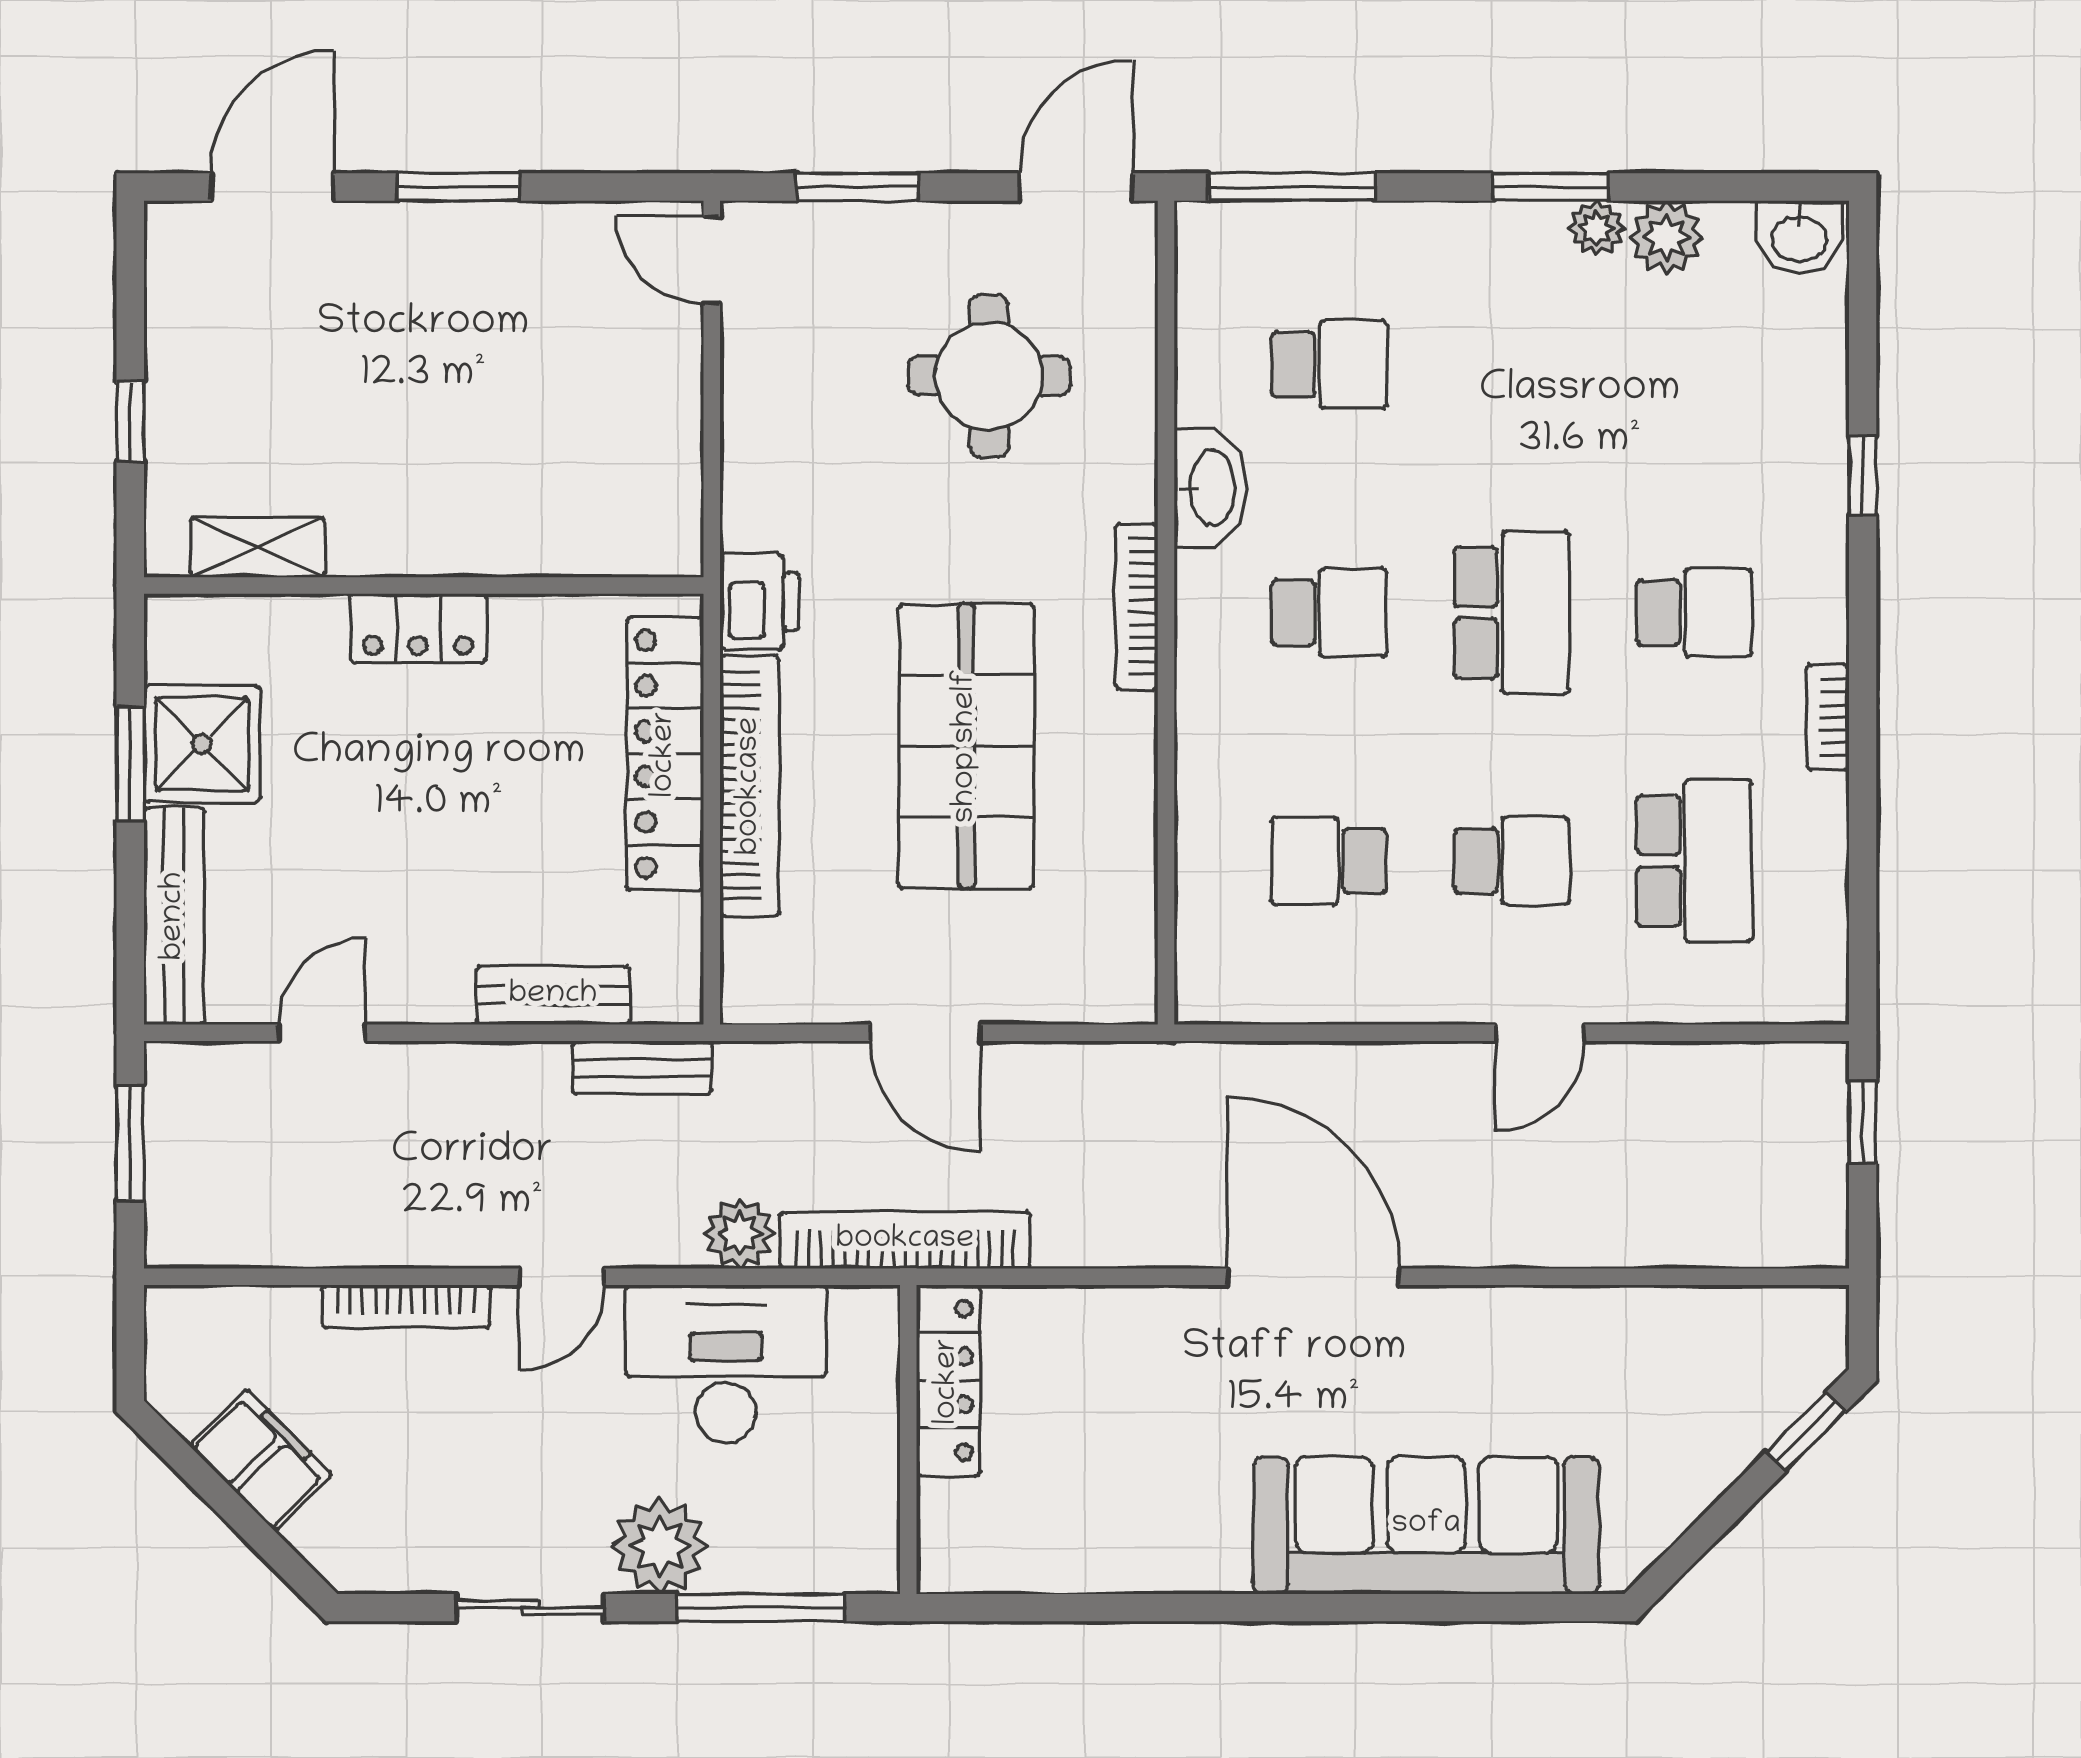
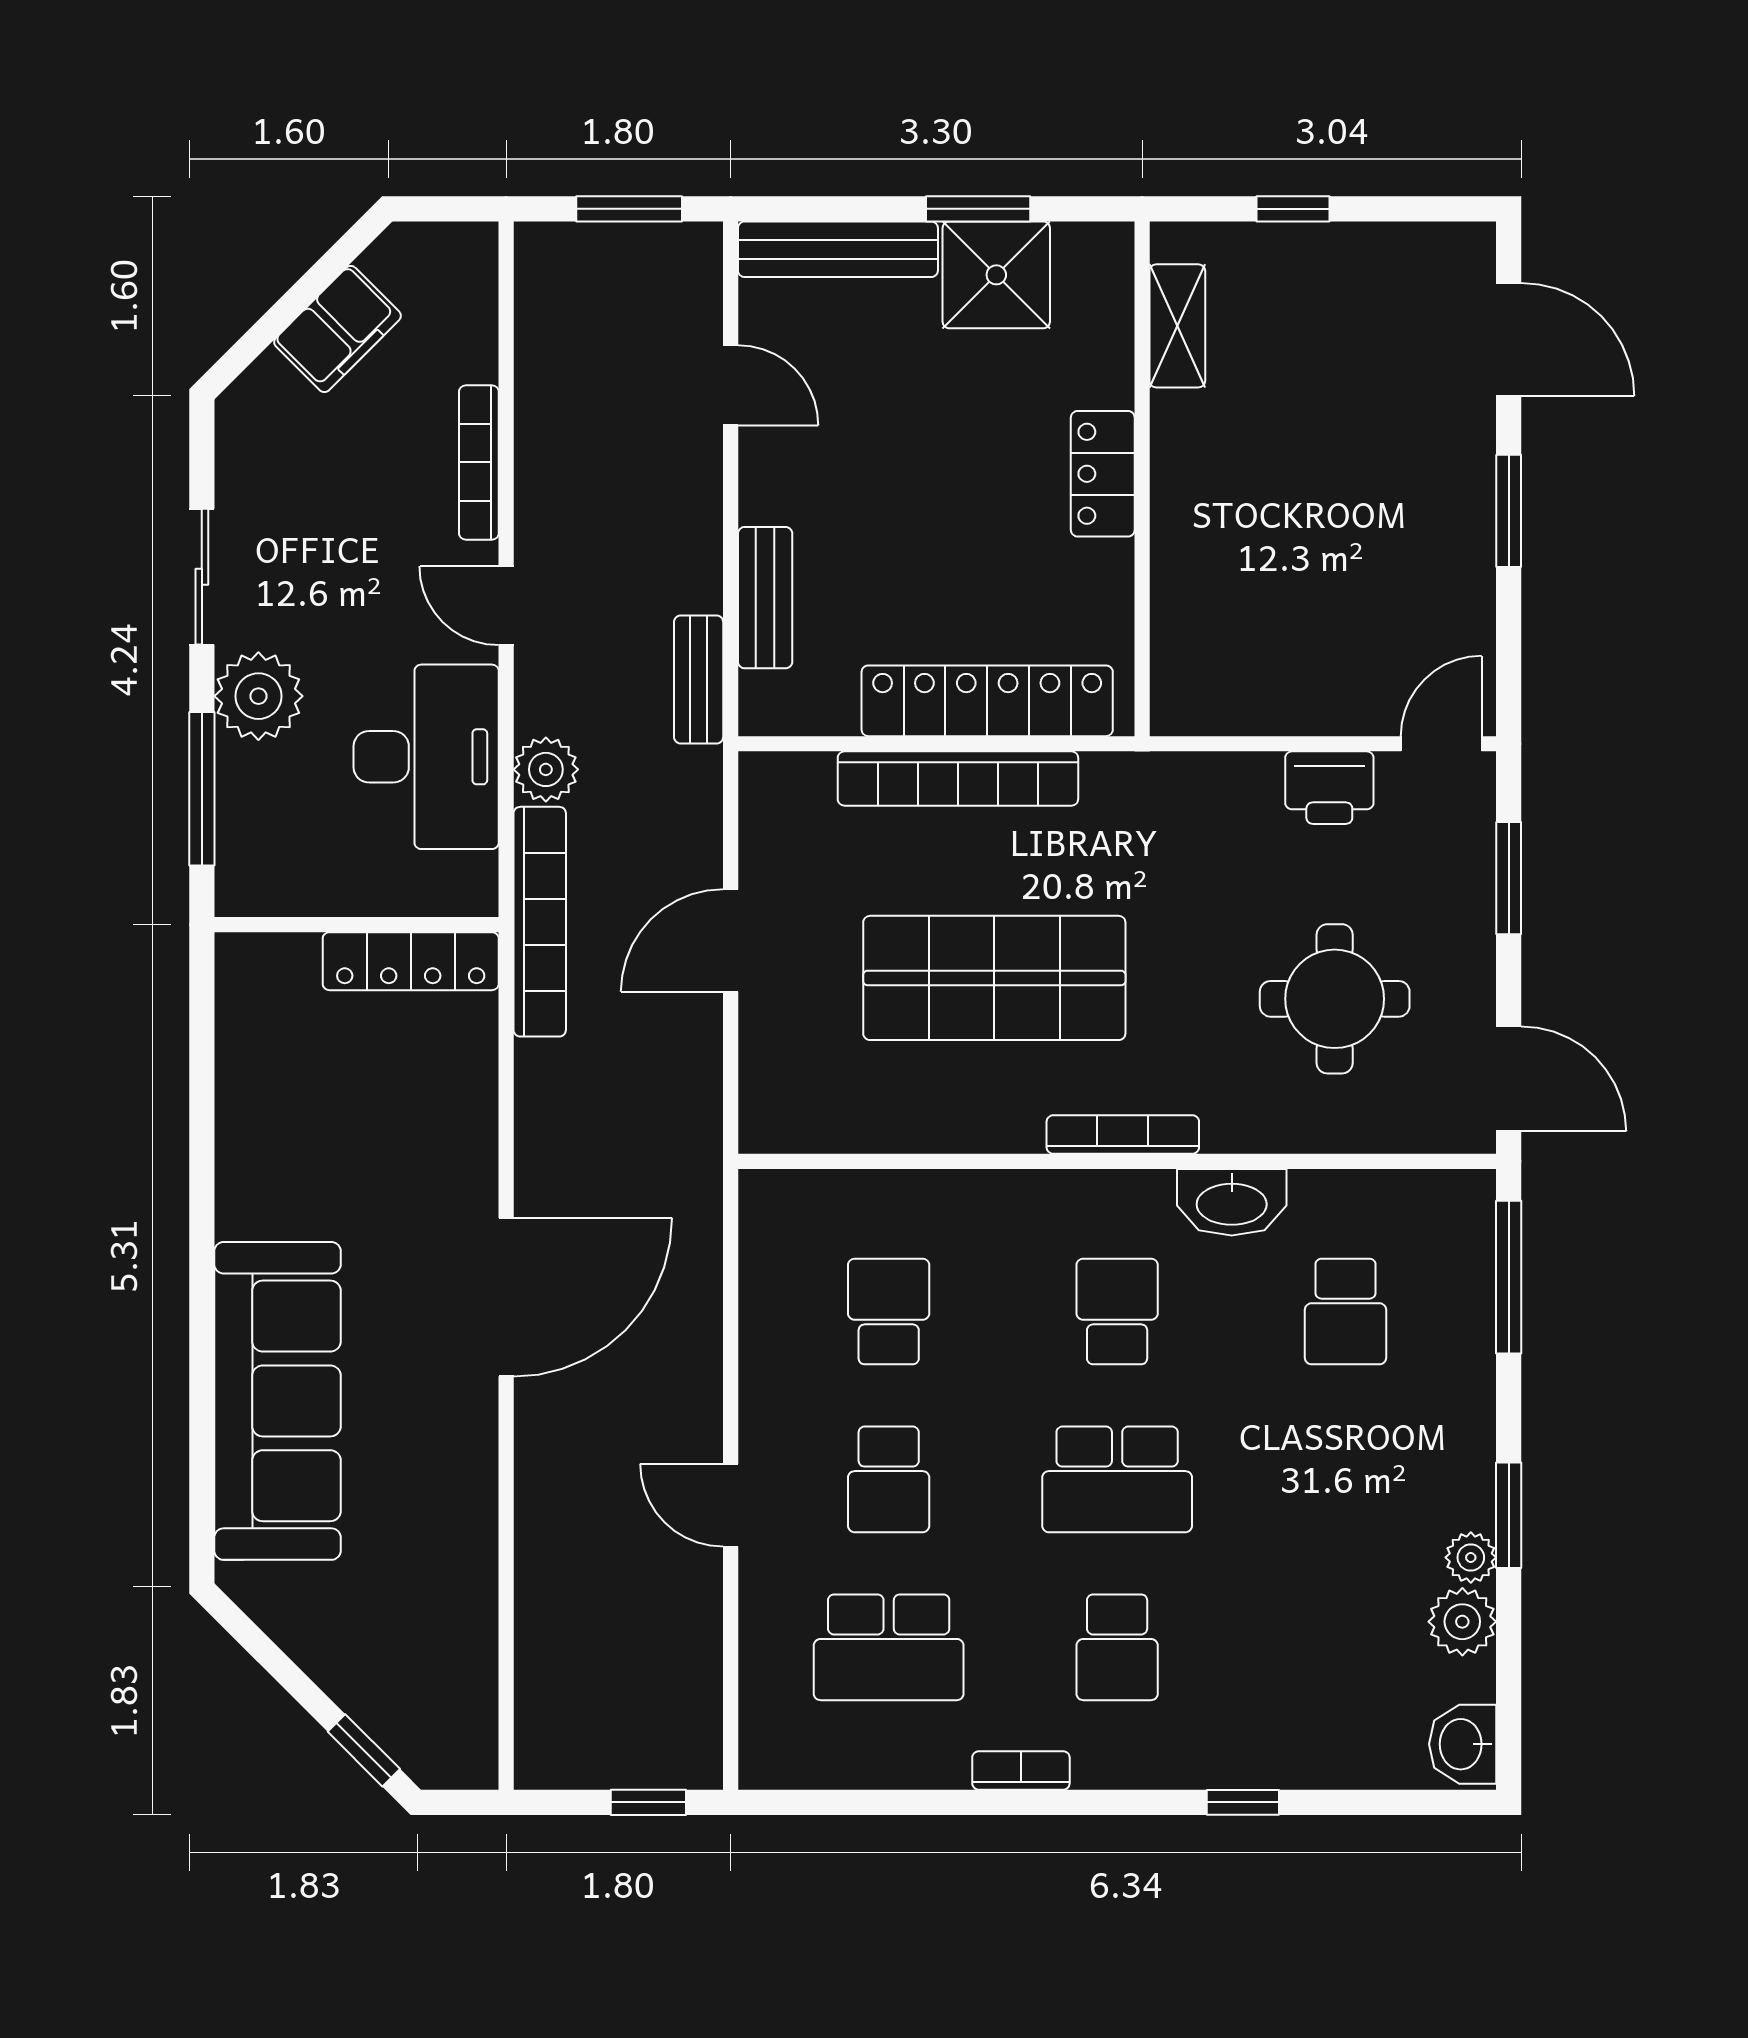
printer: (759, 602) -> (1329, 788), moved
school desk: (1329, 613) -> (1117, 1311), turned 180

